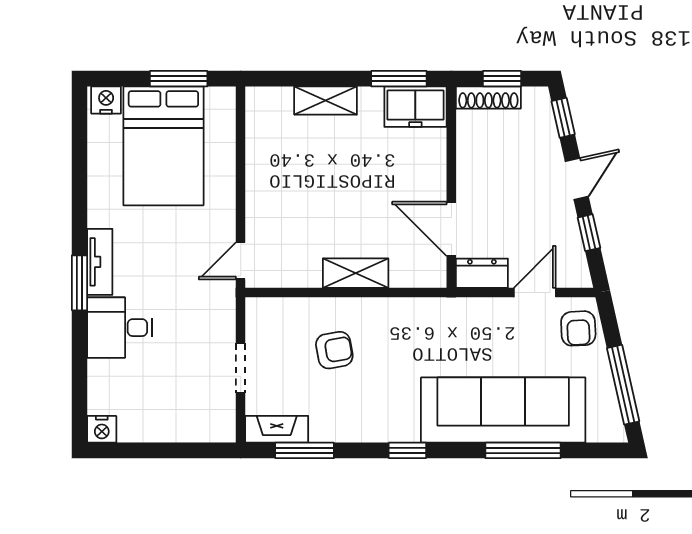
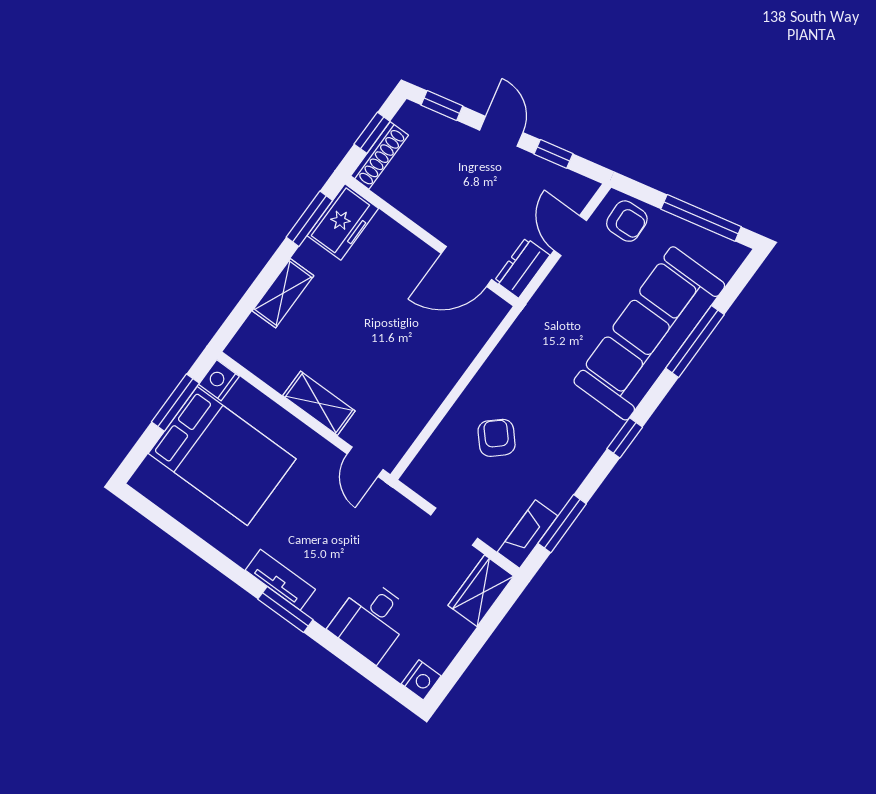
nightstand: (106, 100) -> (219, 380), moved
shelving: (356, 273) -> (319, 403), moved, turned 90
desk: (120, 328) -> (371, 620), moved
armchair: (334, 350) -> (497, 438), turned -32
wardrobe: (206, 425) -> (481, 591), added

